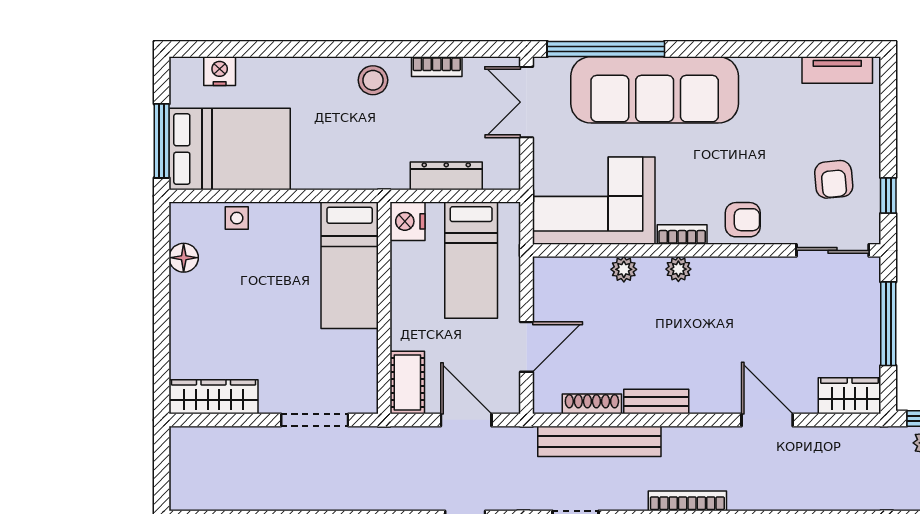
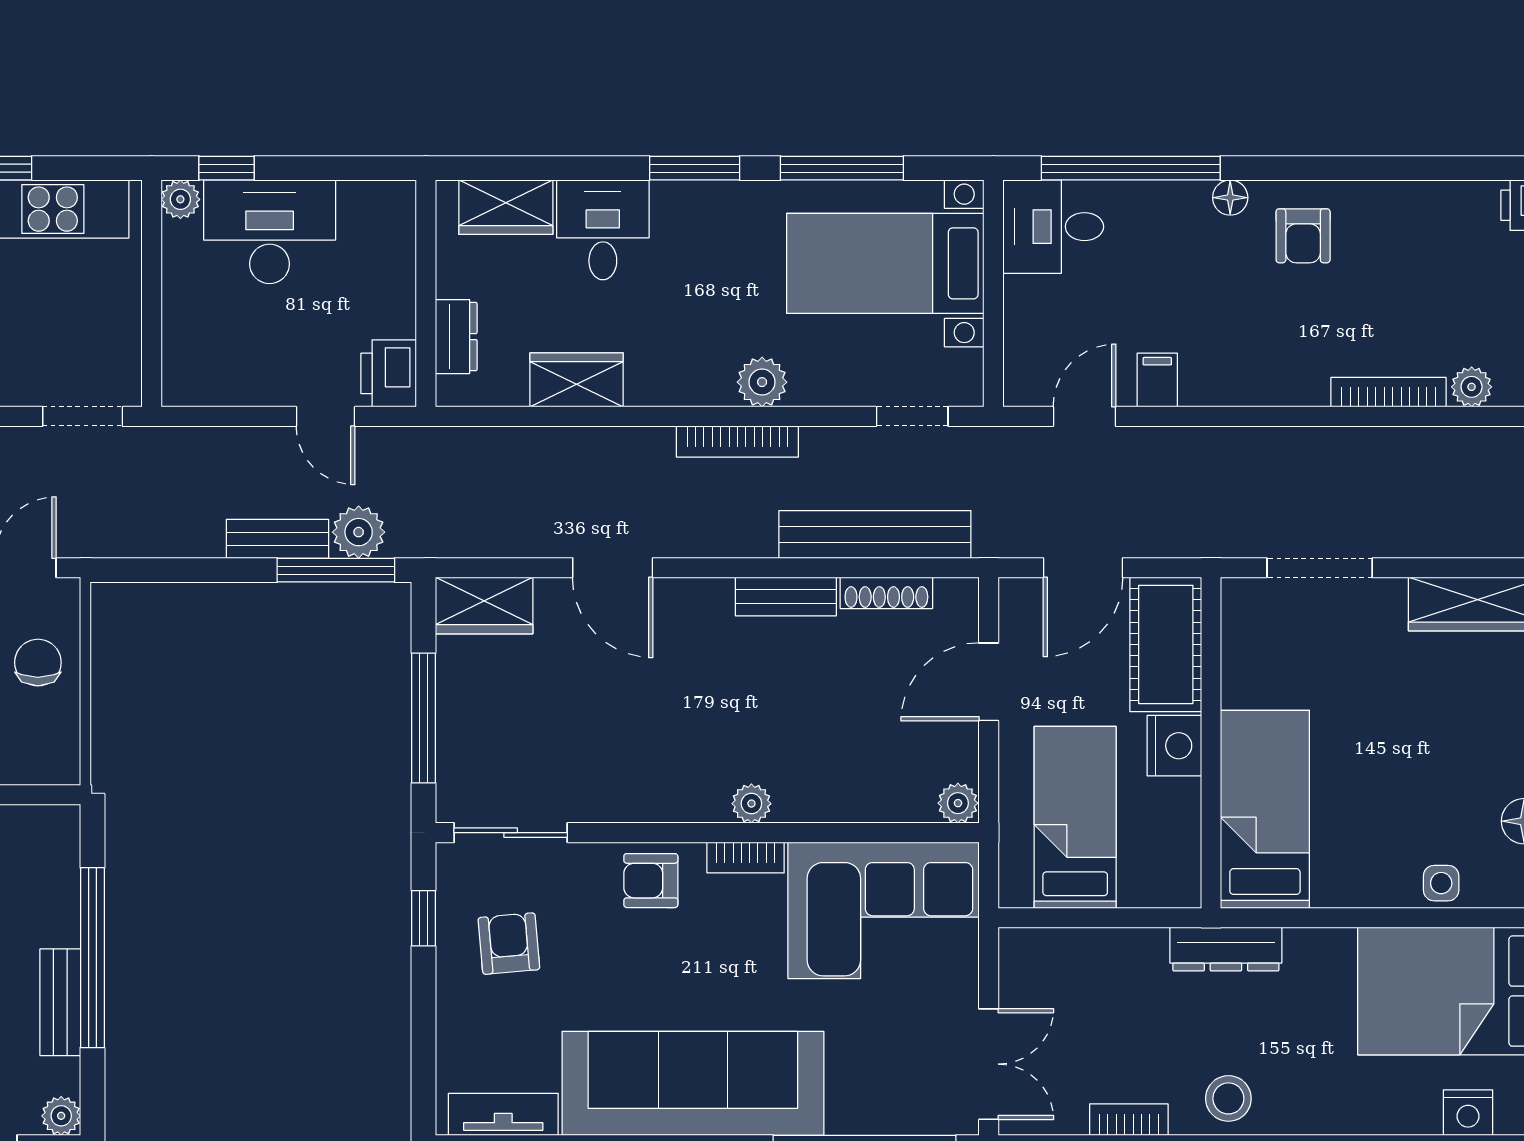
sofa: (655, 90) -> (693, 1083), moved
dresser: (446, 176) -> (1226, 949), moved
nightstand: (408, 221) -> (1174, 746), moved
plant: (624, 269) -> (958, 803), moved
cot: (407, 382) -> (1166, 644), width x1.37, depth x1.34
door: (466, 420) -> (1083, 568), hinge flipped

